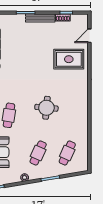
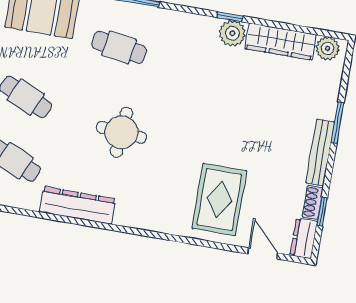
dresser: (80, 19) -> (304, 238), added
dresser: (82, 122) -> (77, 205), added

